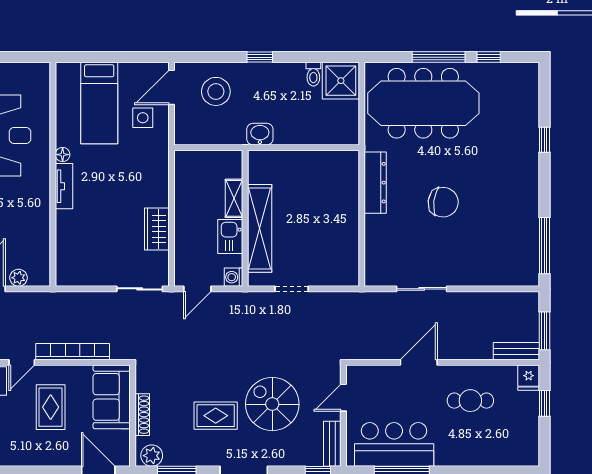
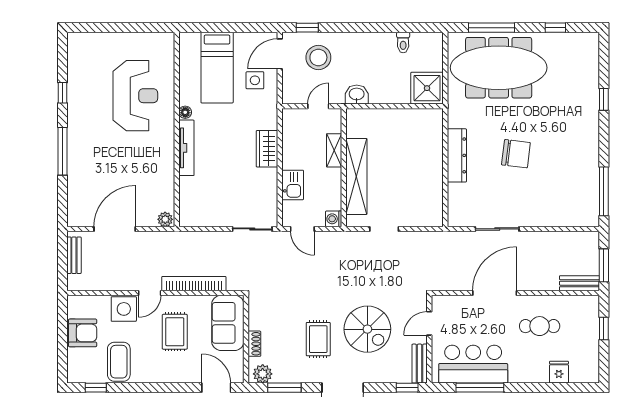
window: (260, 57) -> (307, 28), moved
window: (439, 57) -> (491, 28), moved
shower: (341, 81) -> (427, 88), moved
door: (216, 148) -> (318, 106), added
dresser: (375, 183) -> (457, 155), moved
tv unit: (64, 186) -> (186, 148), width x1.41
wardrobe: (157, 229) -> (267, 149), moved
kitchen sink: (230, 236) -> (293, 185), moved, turned 180
plant: (19, 278) -> (165, 219), moved
door: (197, 289) -> (302, 229), hinge flipped
door: (419, 362) -> (495, 293), width x1.36
fridge: (529, 378) -> (559, 372), moved, turned 180
spiral stairs: (272, 404) -> (367, 329), turned 180
shoe rack: (142, 415) -> (254, 344), width x0.70
rug: (216, 416) -> (318, 339), turned 90

